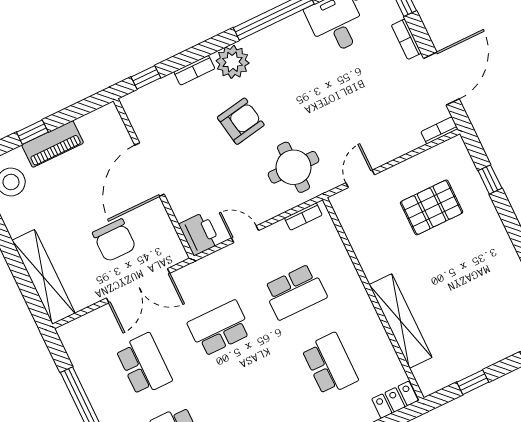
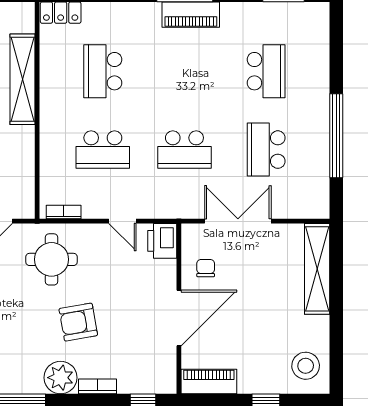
piano: (53, 144) -> (209, 382), moved
chair: (114, 240) -> (206, 268), moved, width x0.54, depth x0.54
school desk: (295, 292) -> (103, 150), turned 180

